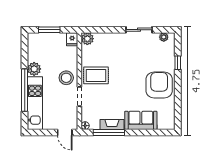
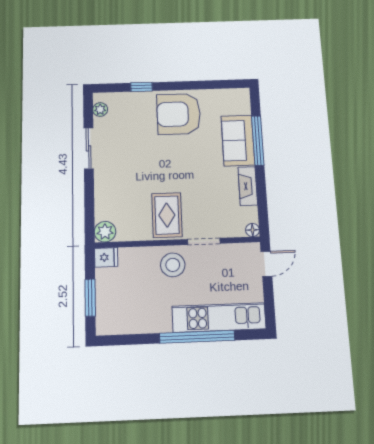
plant: (34, 69) -> (159, 321), removed
window: (109, 132) -> (258, 141), moved

